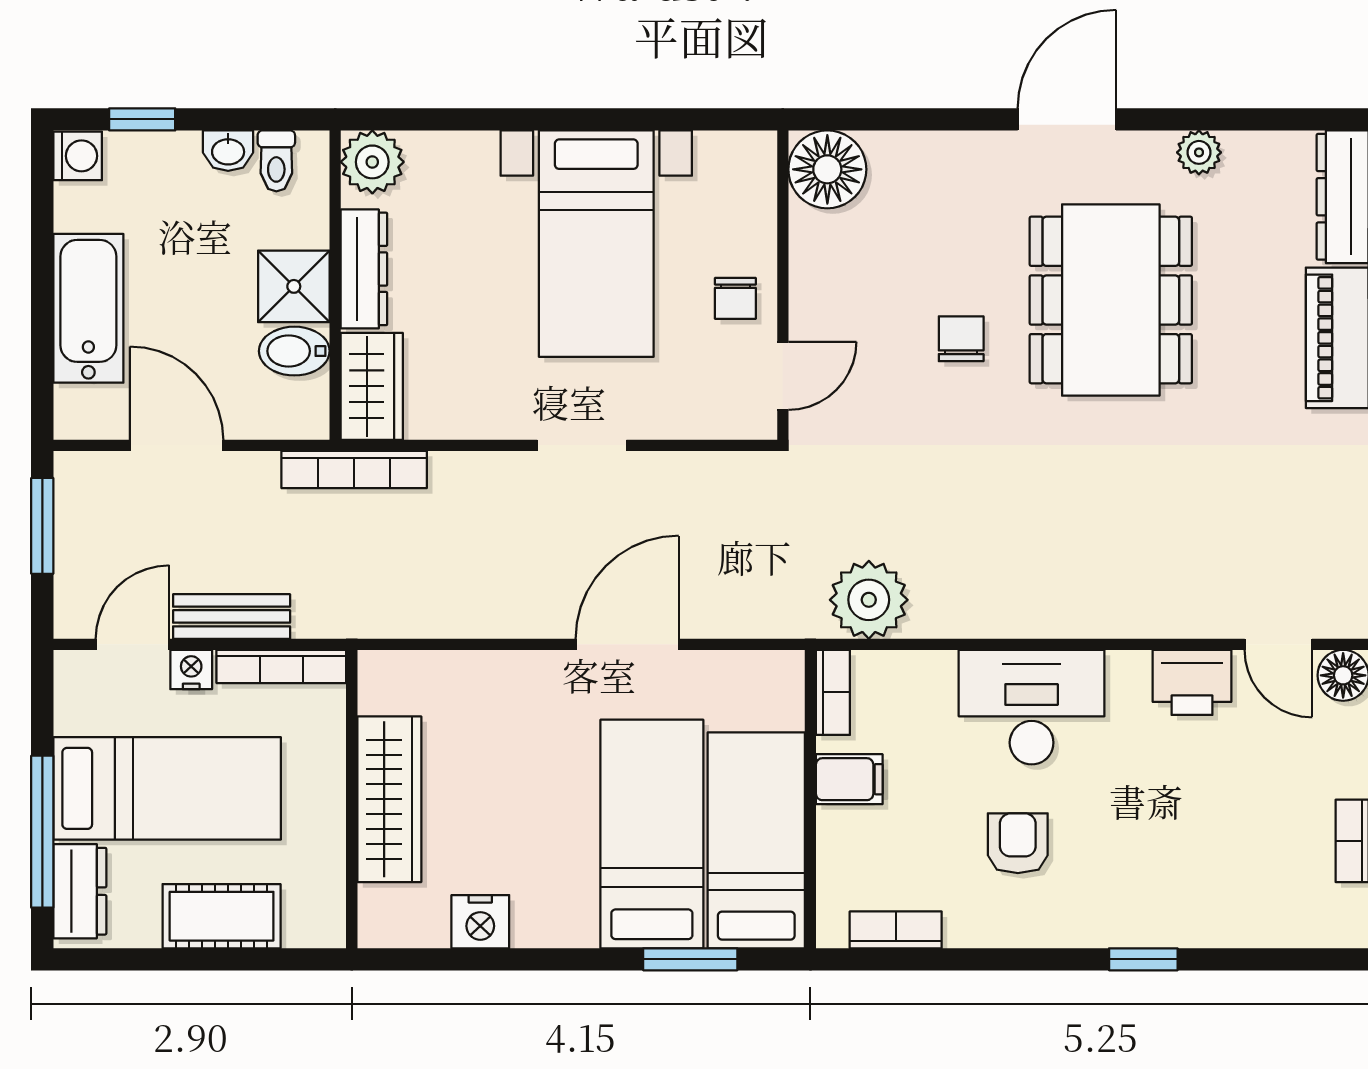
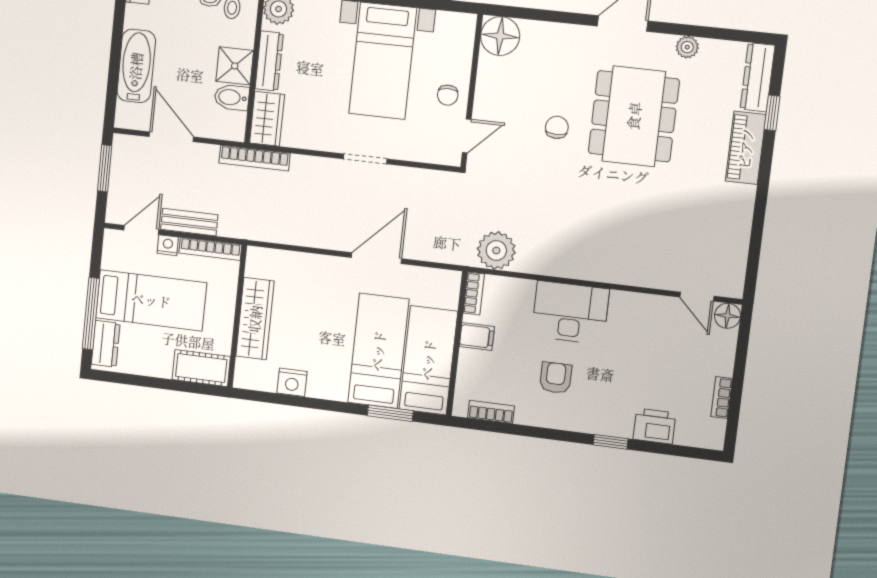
printer: (1192, 682) -> (654, 426), moved, turned 180
cot: (222, 916) -> (201, 368), moved

